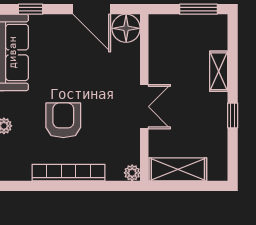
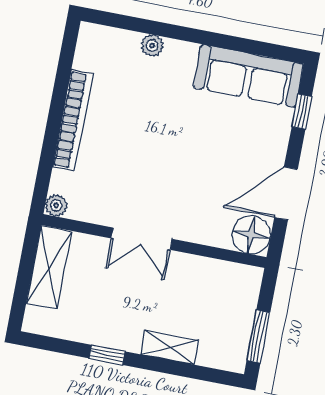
armchair: (63, 120) -> (144, 127), removed

